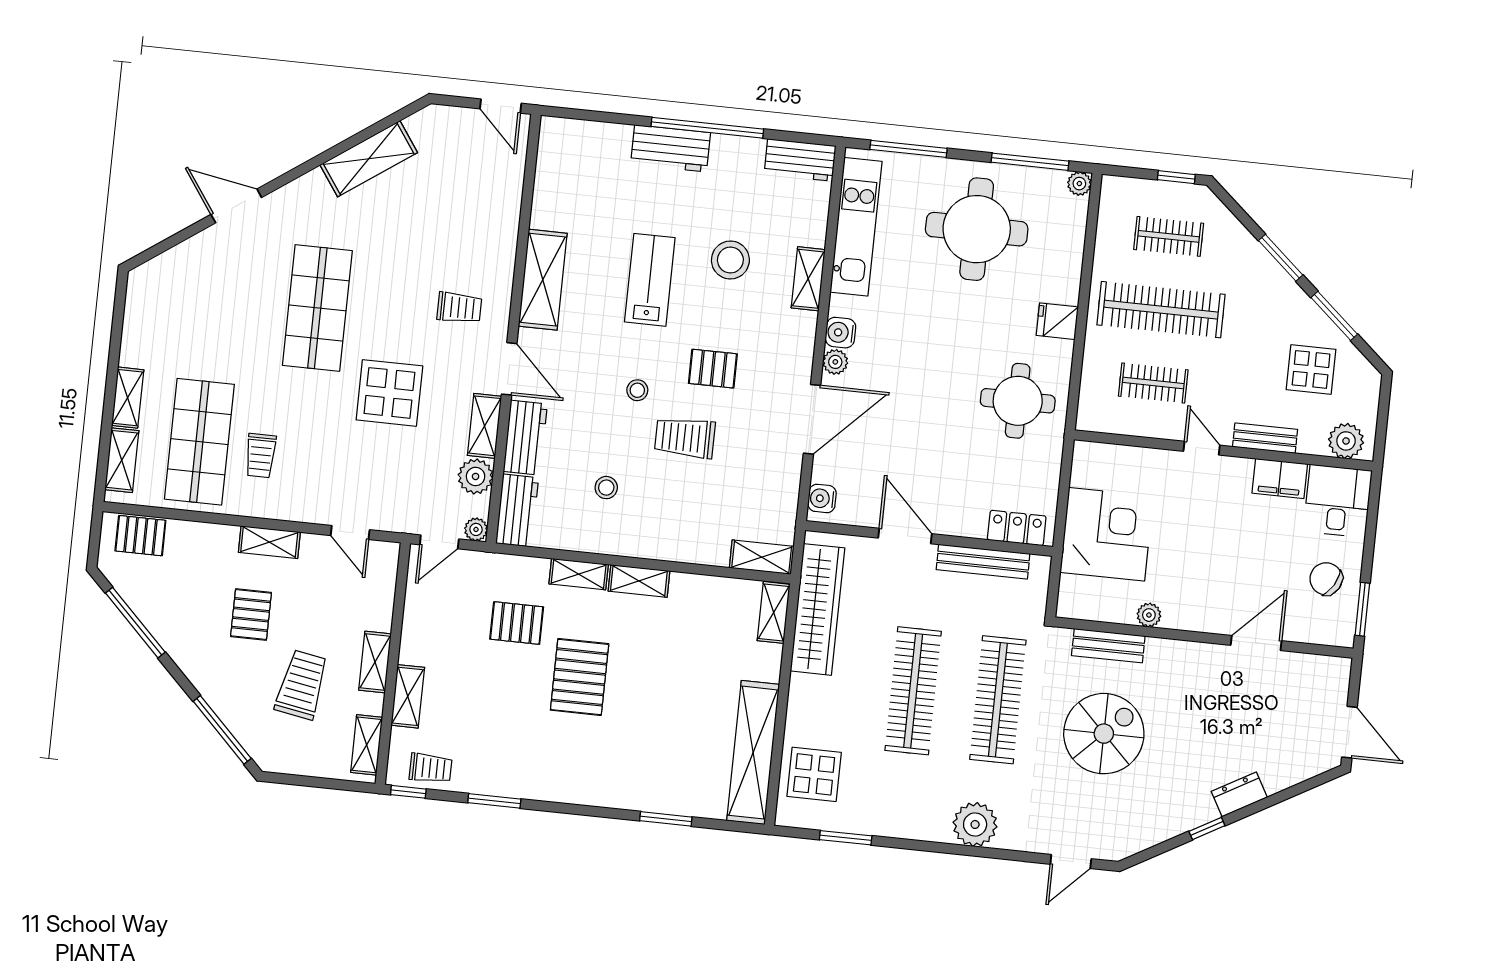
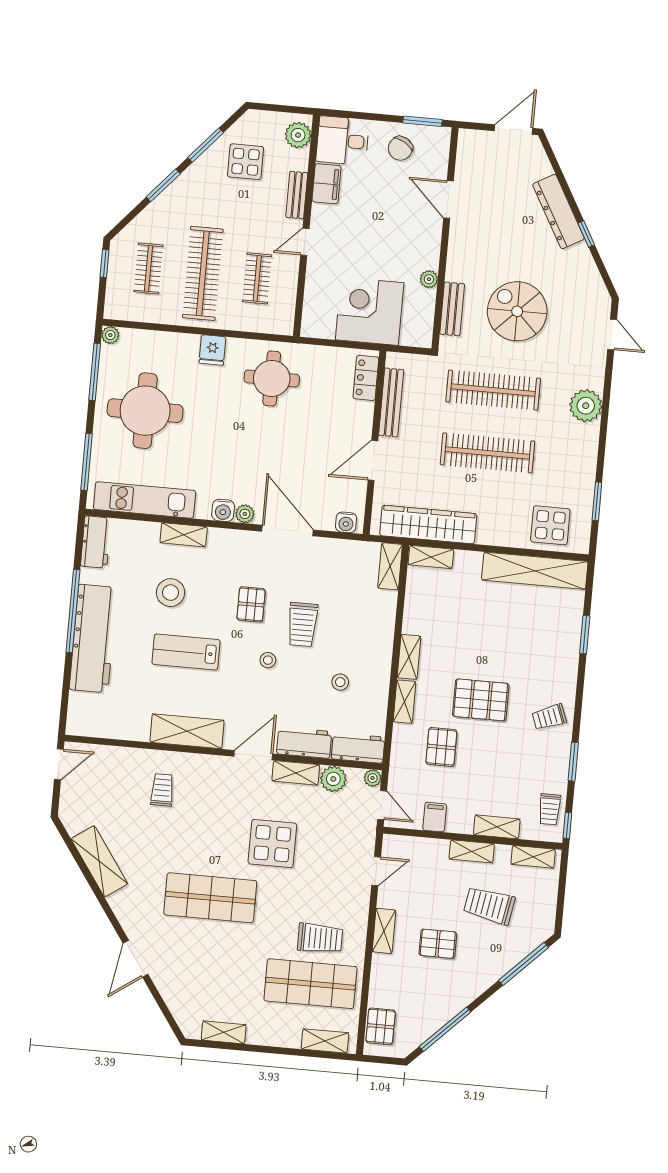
workbench: (671, 148) -> (93, 638), width x1.88, depth x1.32
trolley: (459, 308) -> (162, 790), moved
shelving: (128, 398) -> (224, 1032), moved
trolley: (261, 456) -> (320, 938), width x1.36, depth x1.39
filing cabinet: (422, 613) -> (435, 817), added
trolley: (431, 768) -> (550, 809), turned 180
trolley: (555, 769) -> (549, 717), added
dresser: (1239, 794) -> (558, 212), width x1.96, depth x1.24

